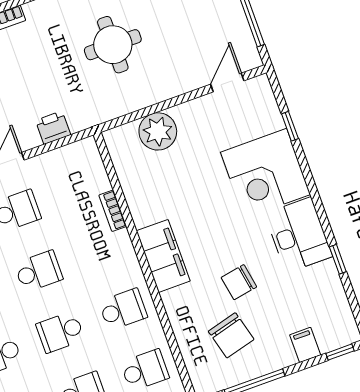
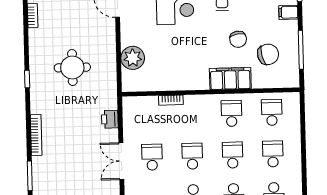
filing cabinet: (163, 256) -> (230, 78), moved
school desk: (60, 332) -> (233, 155), turned 180

